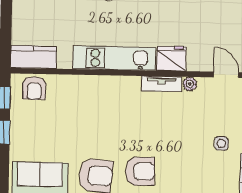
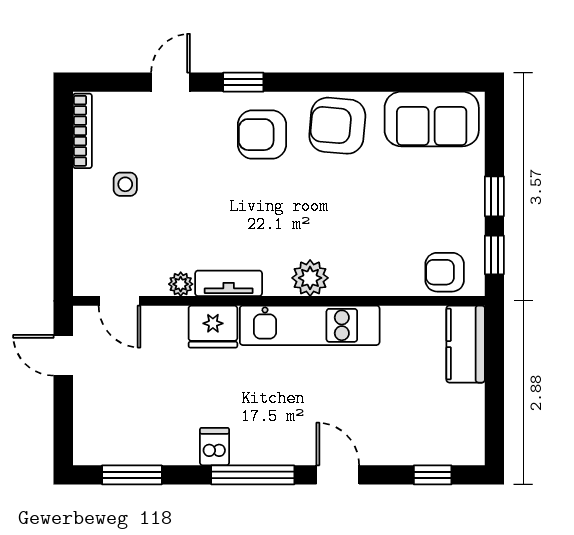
kitchen counter: (34, 57) -> (466, 344), moved, turned 90
plant: (113, 86) -> (310, 278), added
armchair: (34, 88) -> (445, 272), turned -90

